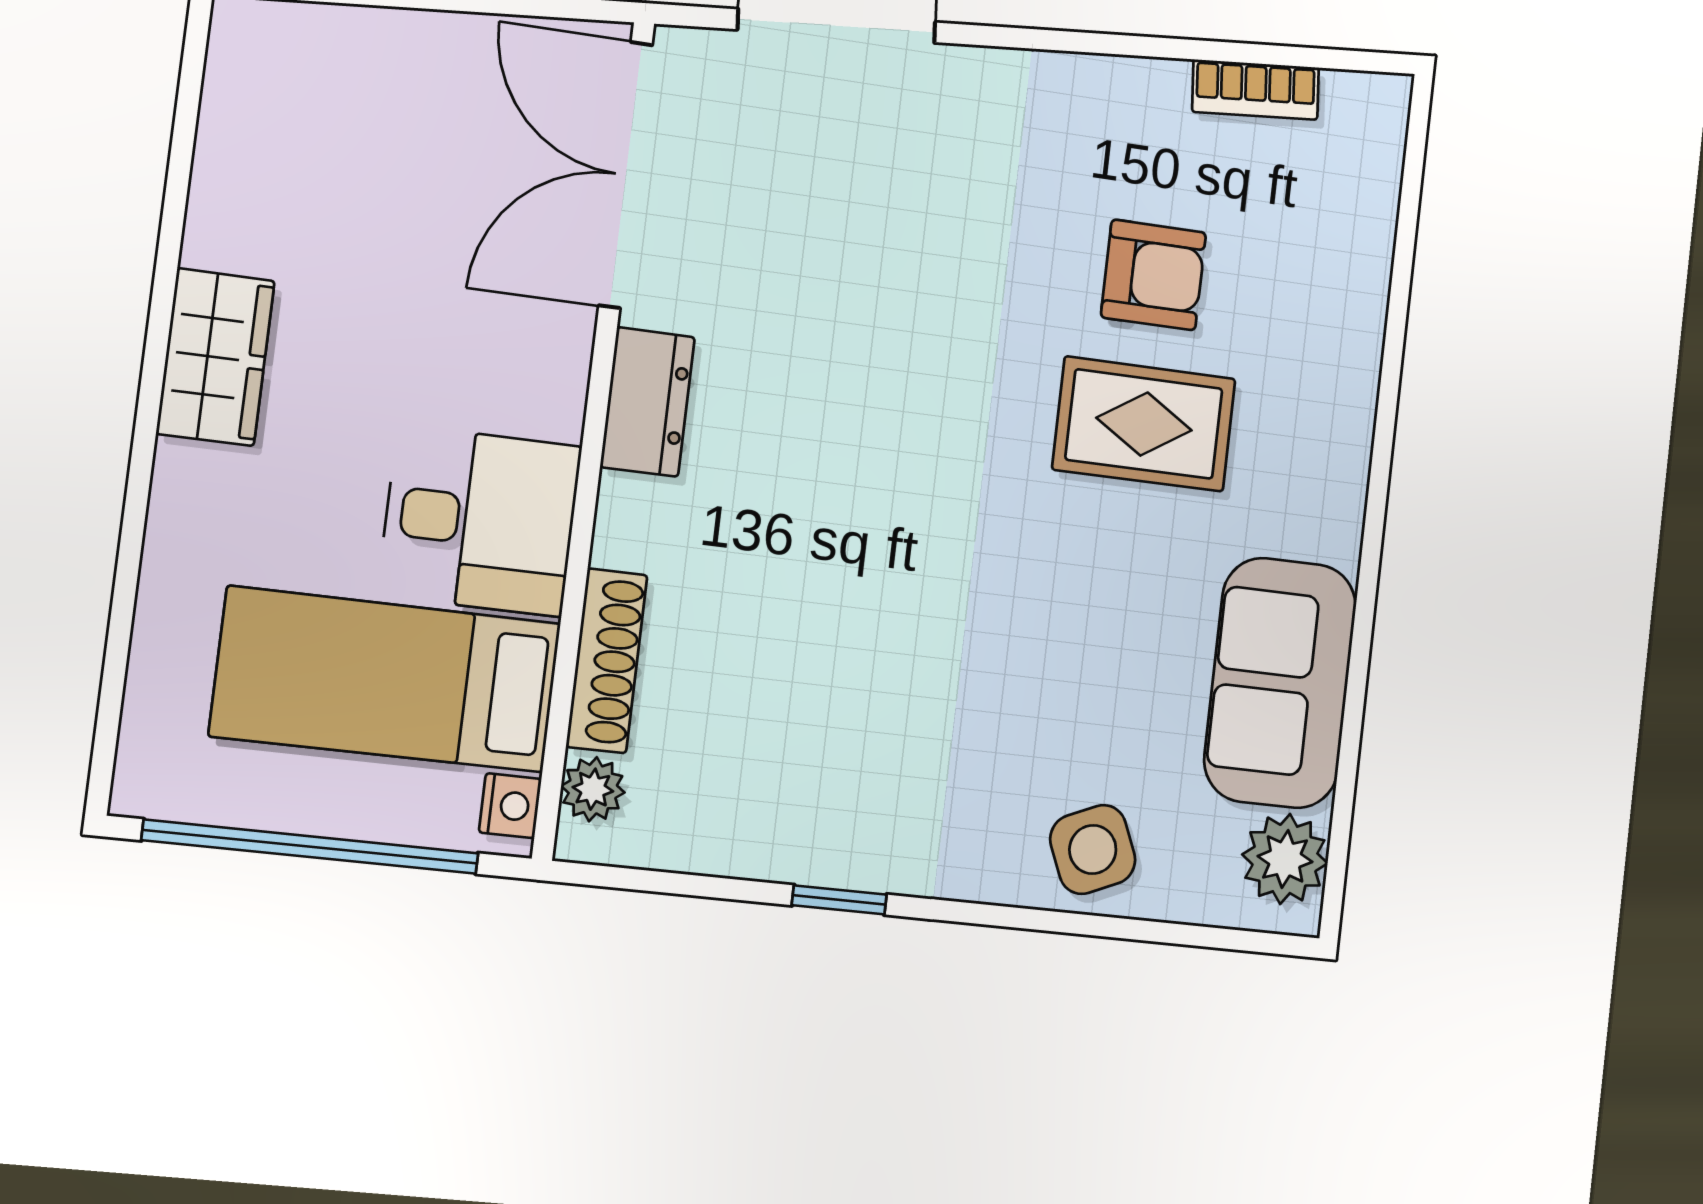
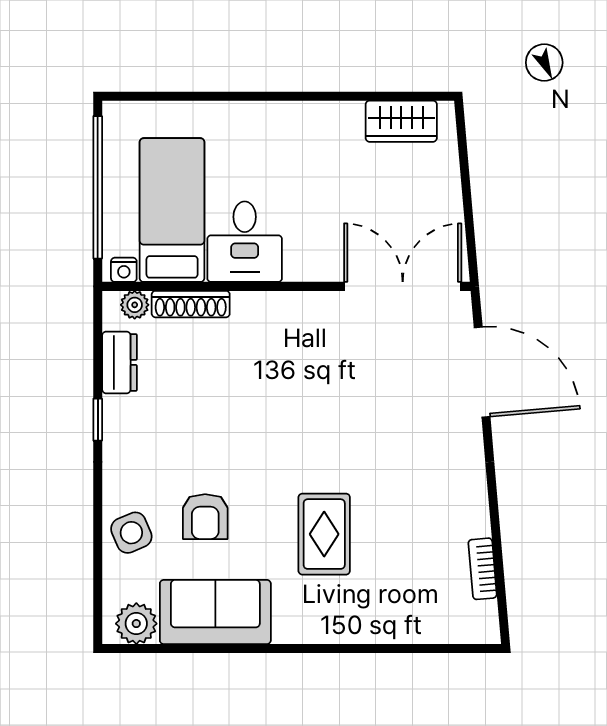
armchair: (1153, 275) -> (205, 517), moved
wardrobe: (215, 357) -> (401, 121), moved
dresser: (648, 402) -> (119, 362), moved, turned -90

